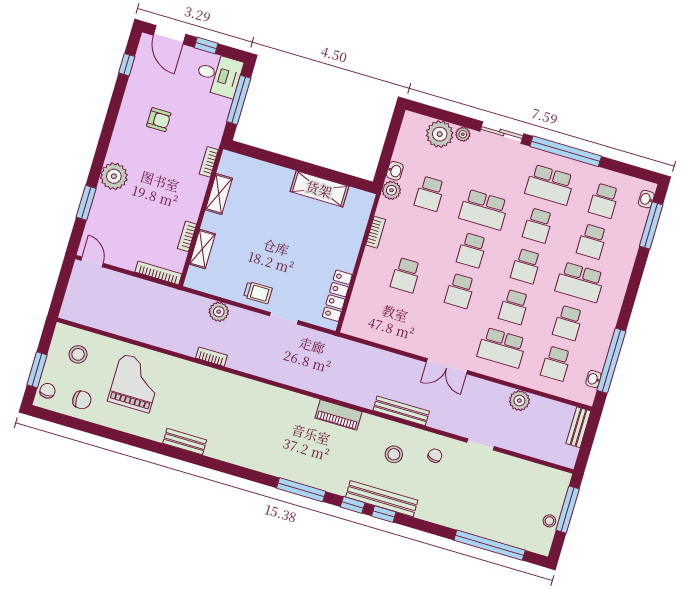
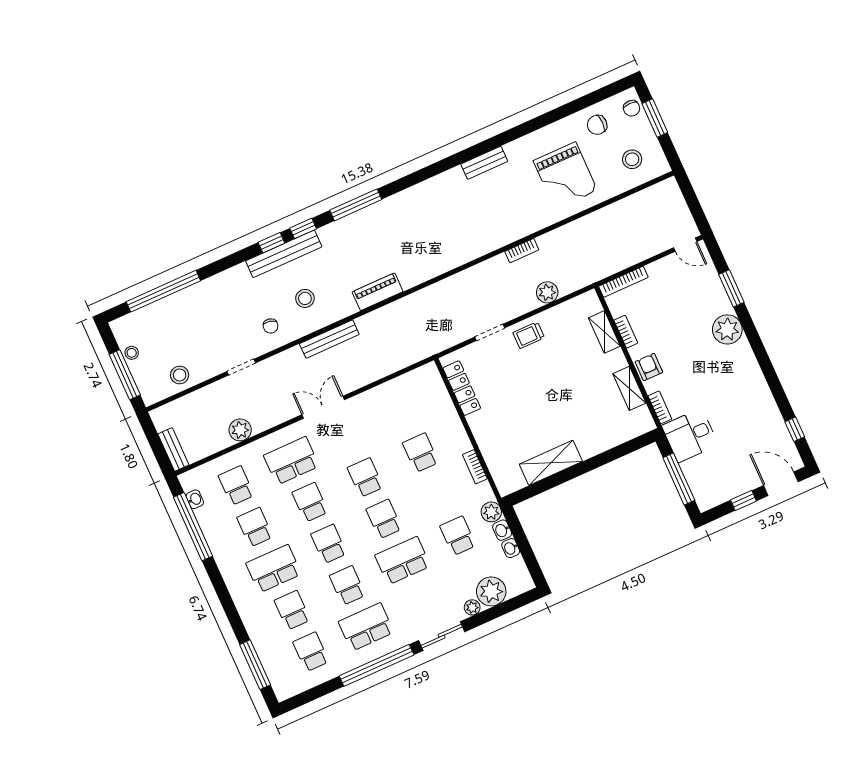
desk: (219, 75) -> (690, 435), moved
armchair: (159, 120) -> (649, 367), moved, turned 90
washbasin: (646, 199) -> (511, 548), moved, turned 180
stool: (529, 476) -> (180, 375), added

